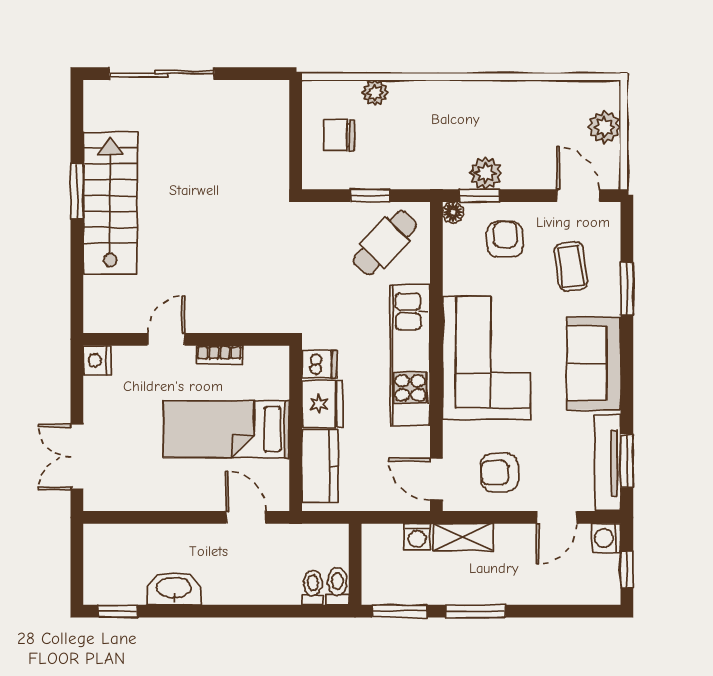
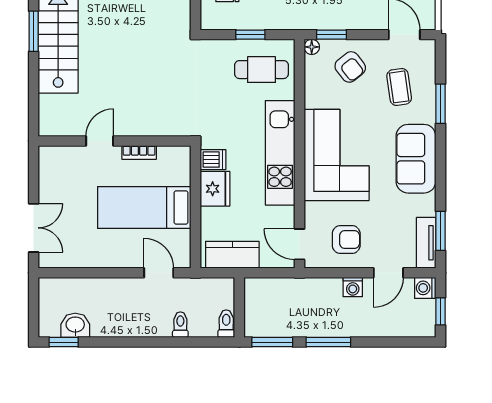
plant: (486, 173) -> (336, 18), removed
armchair: (505, 239) -> (350, 67), turned 142
cafe table: (385, 243) -> (261, 70), turned 46
nightstand: (97, 360) -> (48, 157), removed
double door: (77, 457) -> (34, 228), swing flipped
tv unit: (608, 463) -> (426, 243), width x0.71
kitchen counter: (320, 466) -> (232, 255), moved, turned -90
armchair: (500, 473) -> (346, 240), turned 180
washing machine: (417, 537) -> (353, 287), moved
shelving: (463, 537) -> (319, 287), removed
washbasin: (174, 588) -> (75, 325), moved, width x0.72
toilet: (313, 588) -> (180, 325), moved

